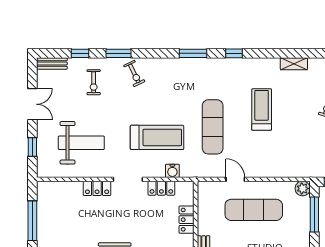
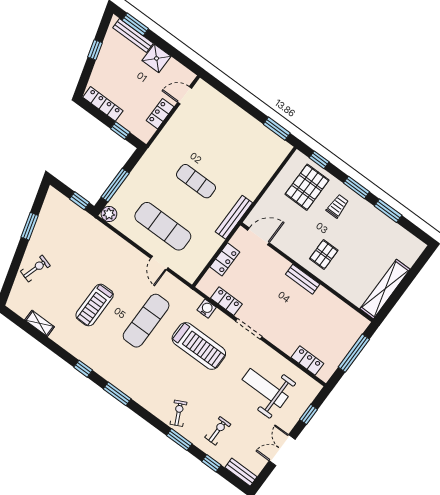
treadmill: (157, 137) -> (199, 346), turned 180
locker: (97, 188) -> (307, 360), moved

